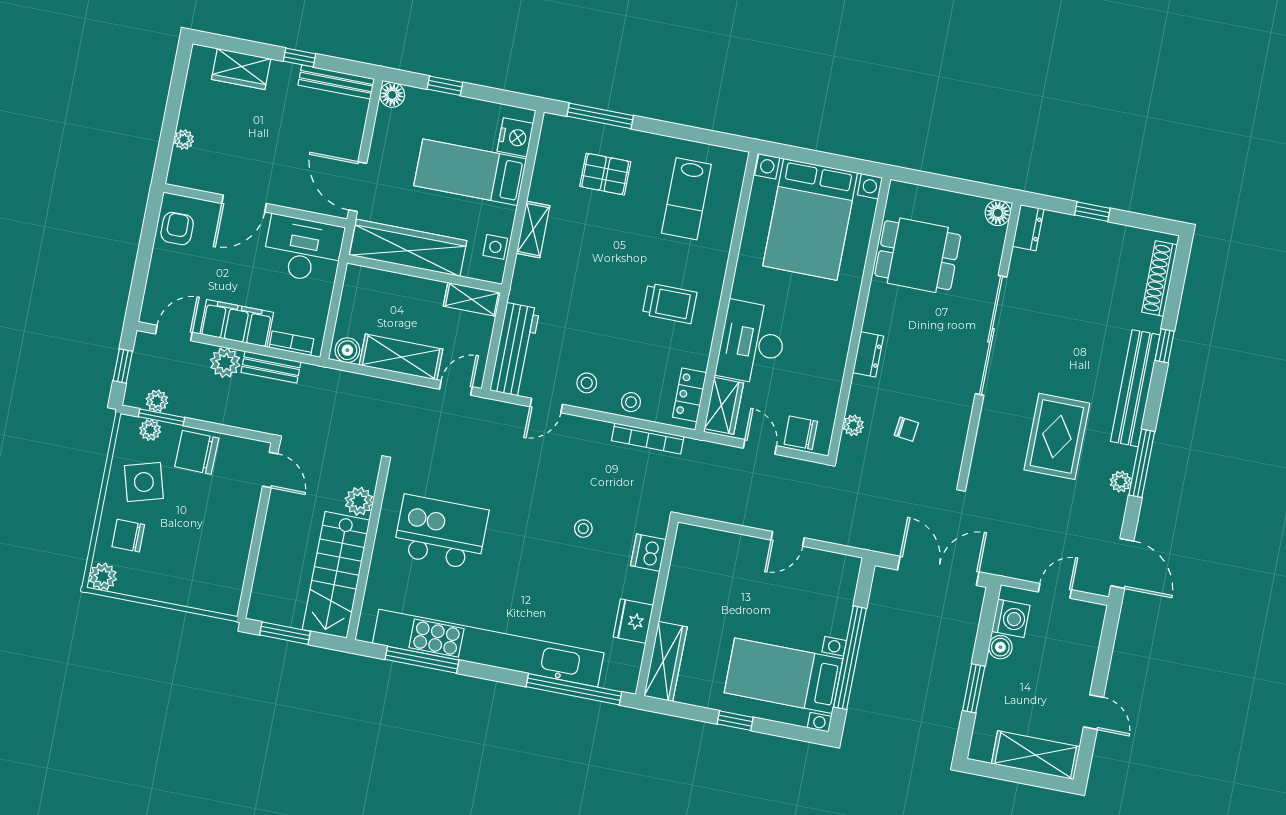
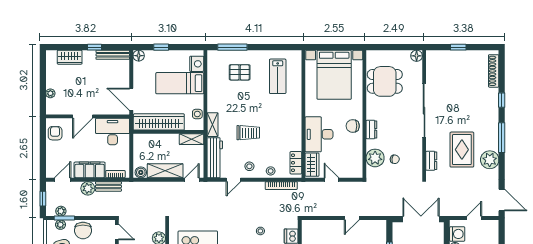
dresser: (1028, 228) -> (431, 161), moved
shelving: (533, 230) -> (213, 125), moved
trolley: (670, 303) -> (248, 133), moved
bench: (1135, 388) -> (492, 121), removed
plant: (853, 425) -> (375, 158), width x1.88, depth x1.88
chair: (801, 433) -> (353, 126), moved
chair: (197, 452) -> (83, 230), turned -91
window: (1142, 463) -> (502, 138), moved
plant: (1121, 482) -> (490, 160), width x1.88, depth x1.88

